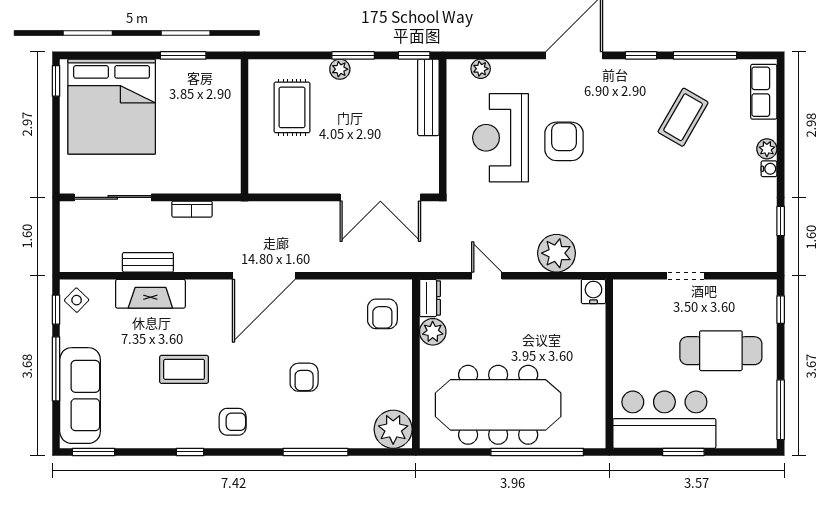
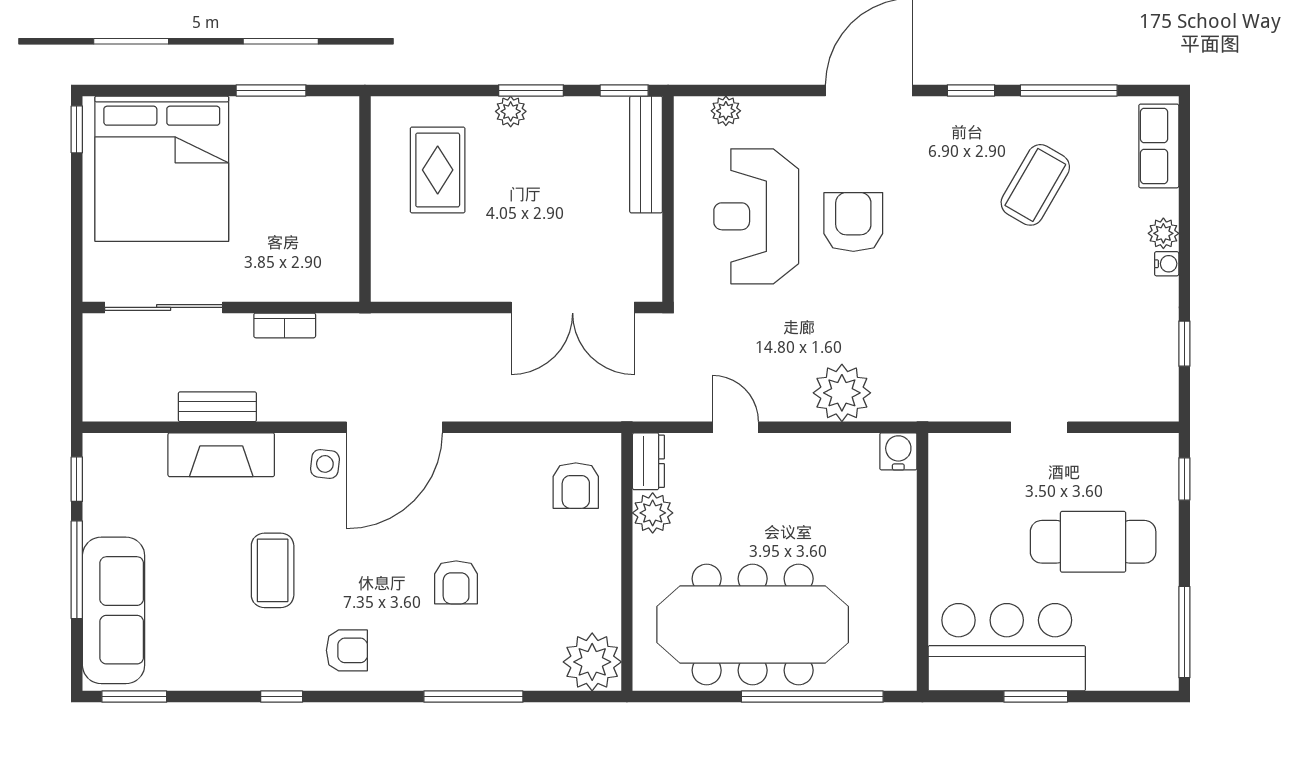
side table: (77, 300) -> (325, 464), moved, turned -38
coffee table: (184, 369) -> (273, 570), turned 90

